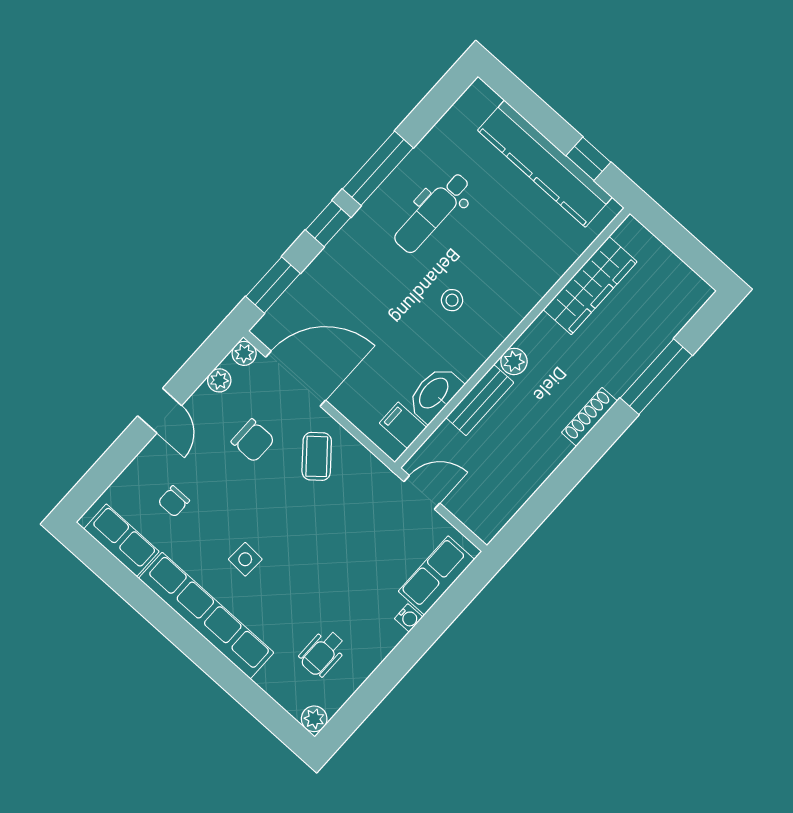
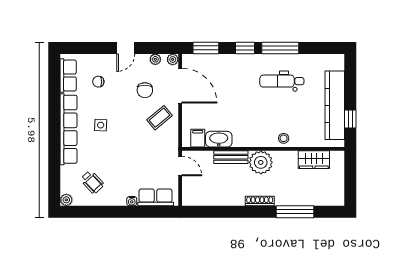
wardrobe: (590, 286) -> (314, 160), width x0.67
stool: (452, 300) -> (284, 138), moved
plant: (514, 361) -> (261, 162), width x1.88, depth x1.88
wheelchair: (323, 653) -> (92, 182), turned -133

